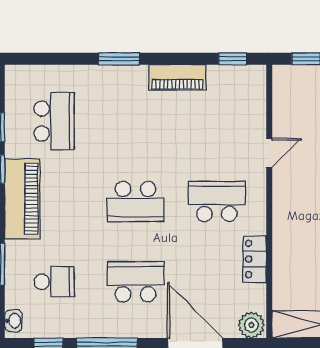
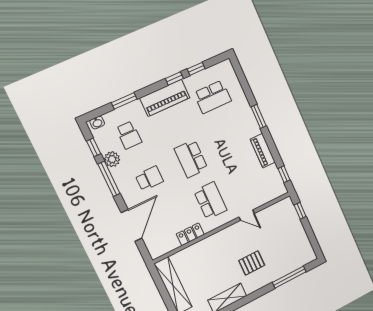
school desk: (136, 282) -> (149, 178), width x0.54
plant: (251, 325) -> (112, 159), moved

